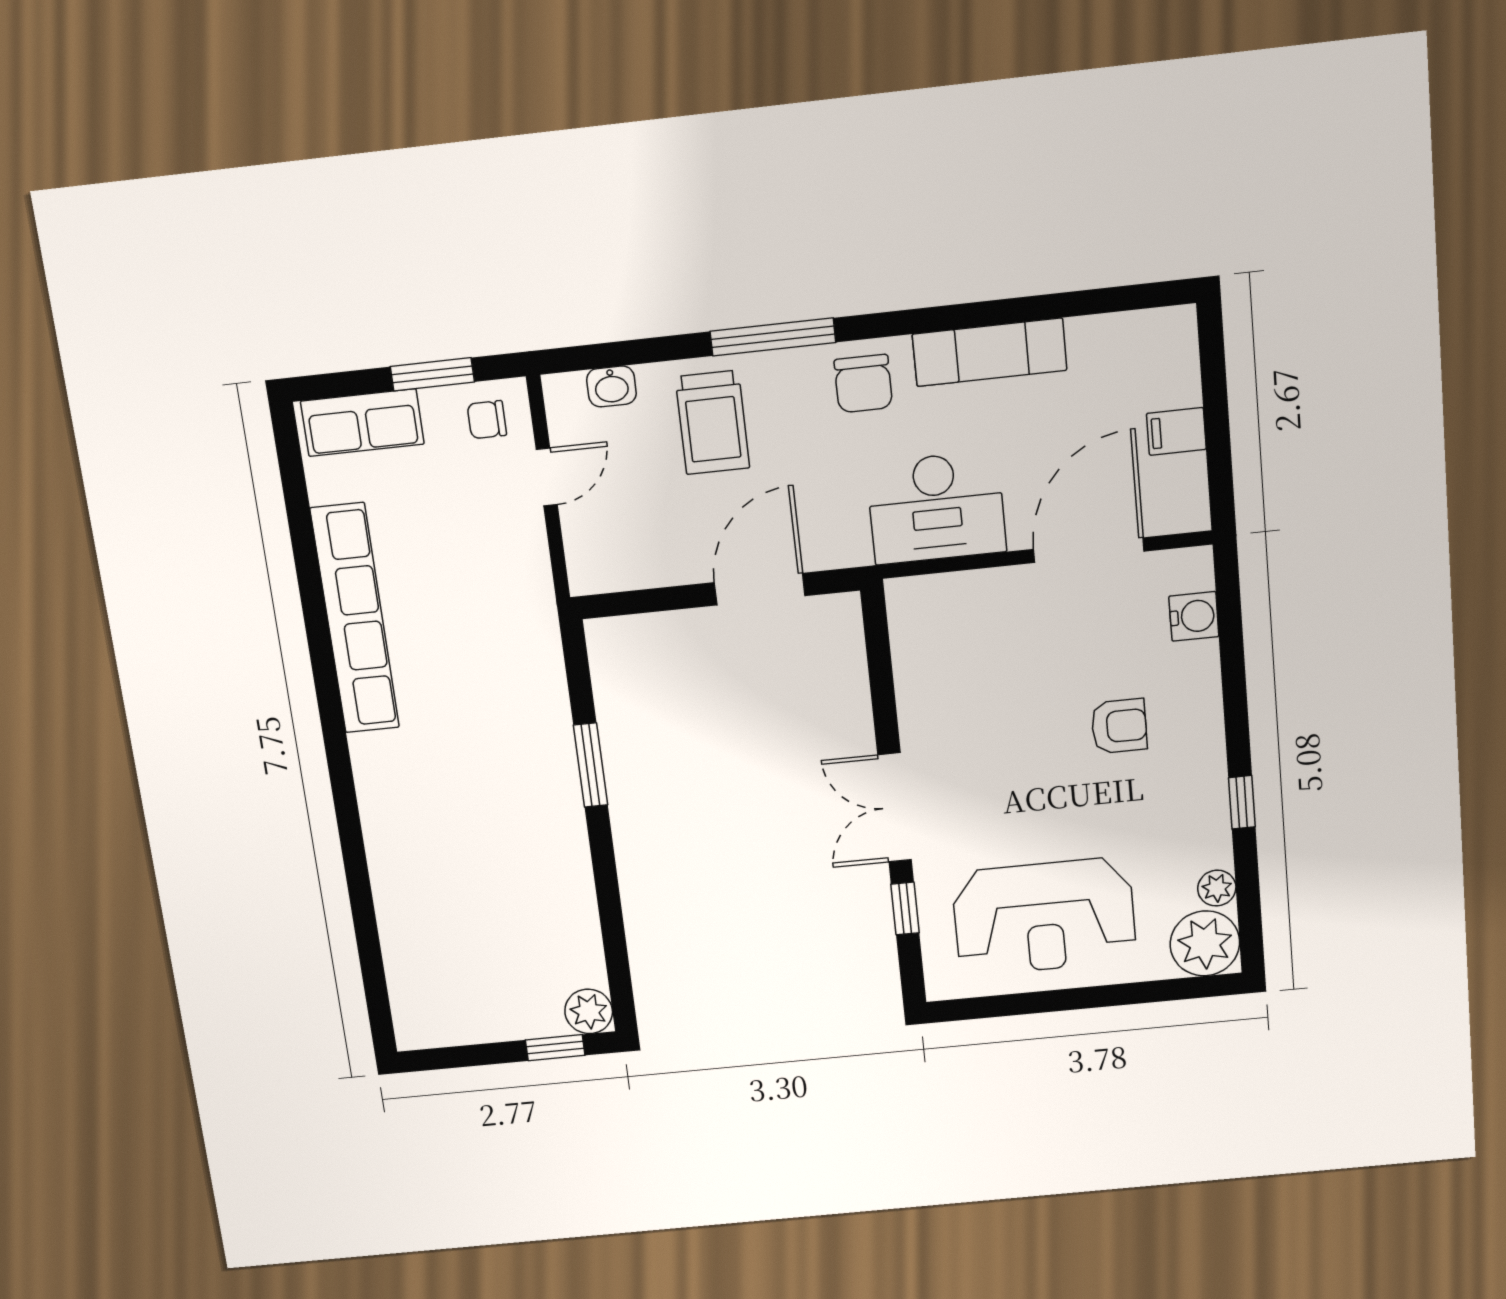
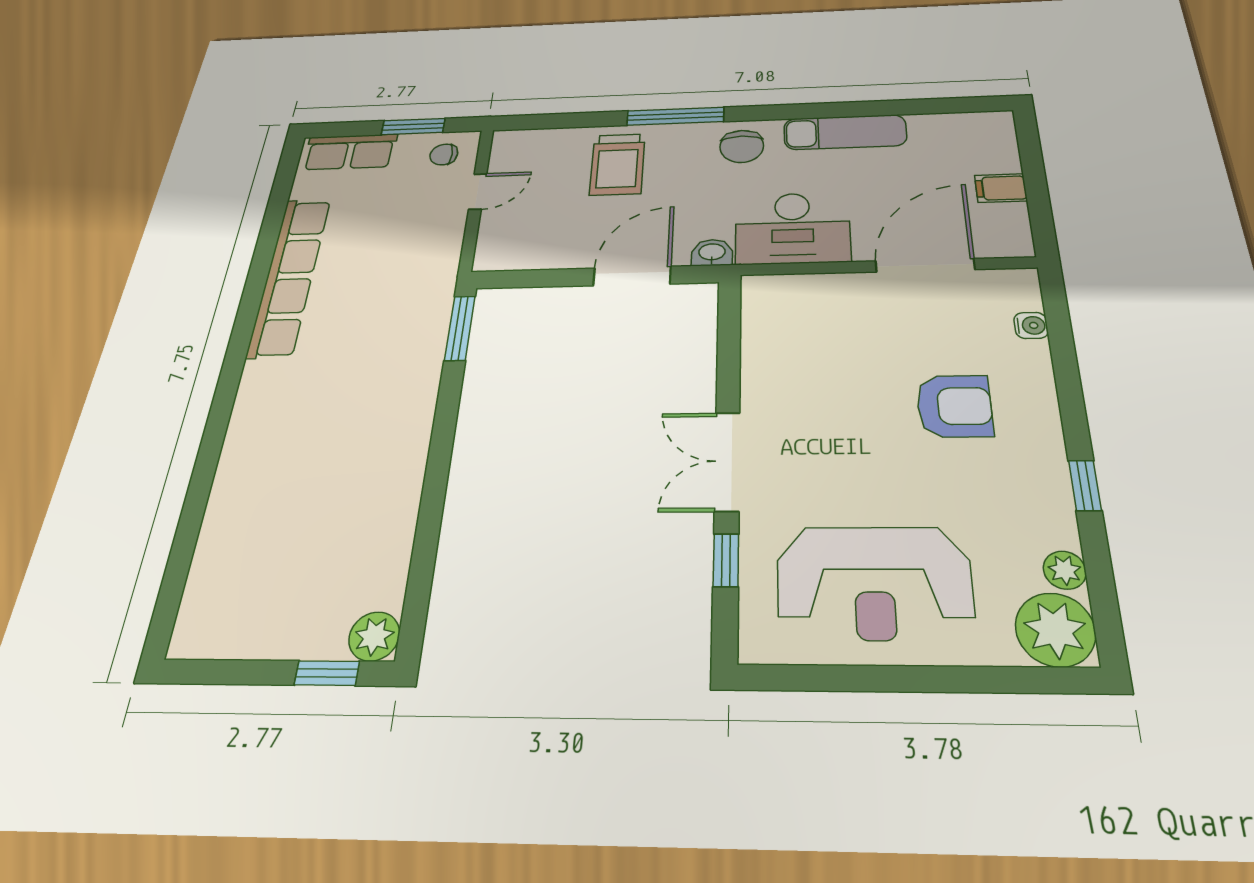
washbasin: (611, 386) -> (712, 253), moved, turned 180
water cooler: (1194, 616) -> (1031, 325), width x0.72, depth x0.72
armchair: (1119, 726) -> (954, 406), width x1.38, depth x1.38
window: (591, 765) -> (460, 328), moved

